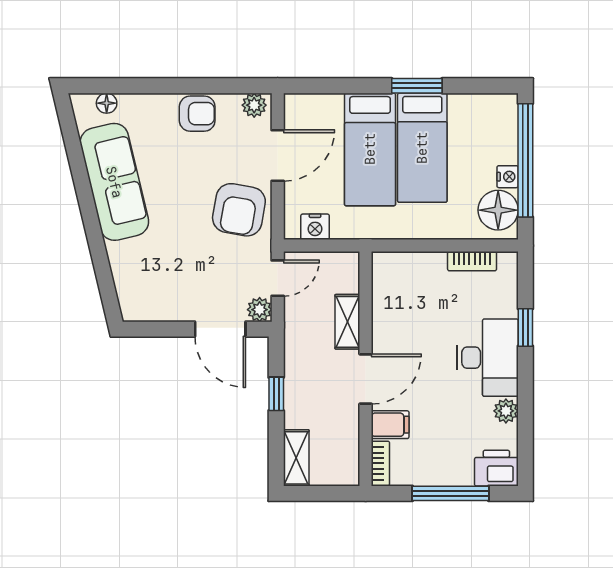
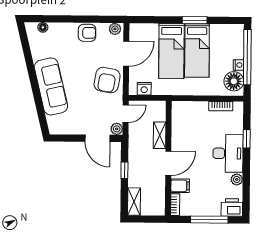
sofa: (114, 182) -> (51, 86), moved

